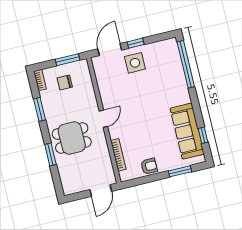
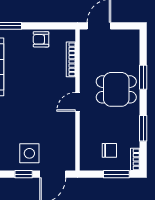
window: (67, 60) -> (116, 174), moved

